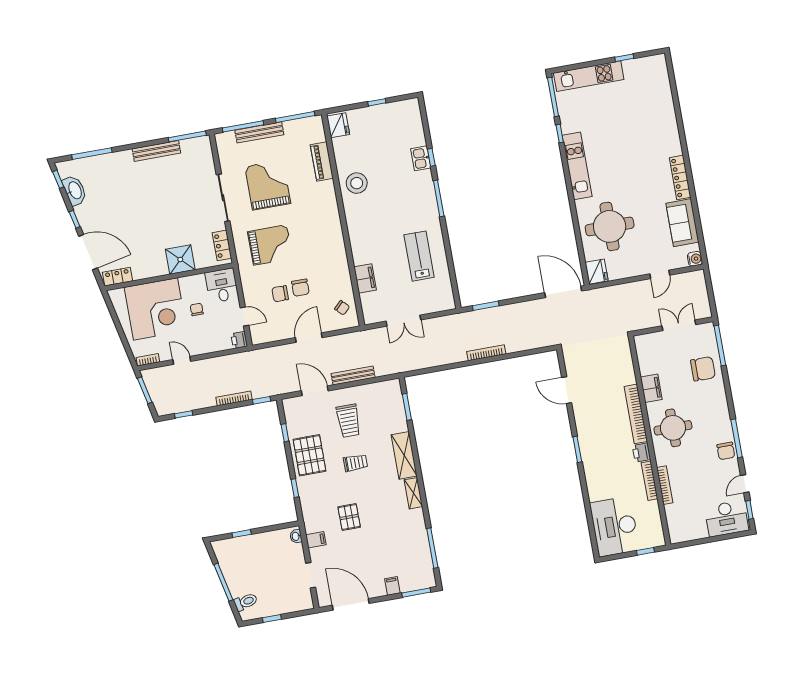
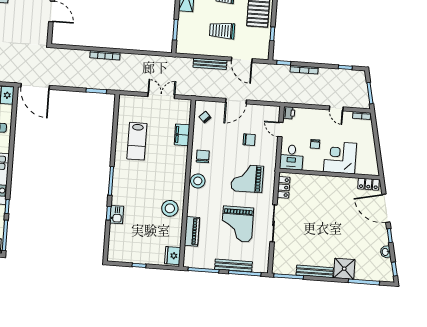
washbasin: (75, 190) -> (385, 252), width x0.52, depth x0.69
stool: (331, 226) -> (198, 181), added
shower: (180, 260) -> (344, 269), moved
chair: (300, 288) -> (203, 156), moved
corner desk: (156, 309) -> (340, 157), width x0.74, depth x0.74
trolley: (348, 421) -> (222, 31), turned -90

